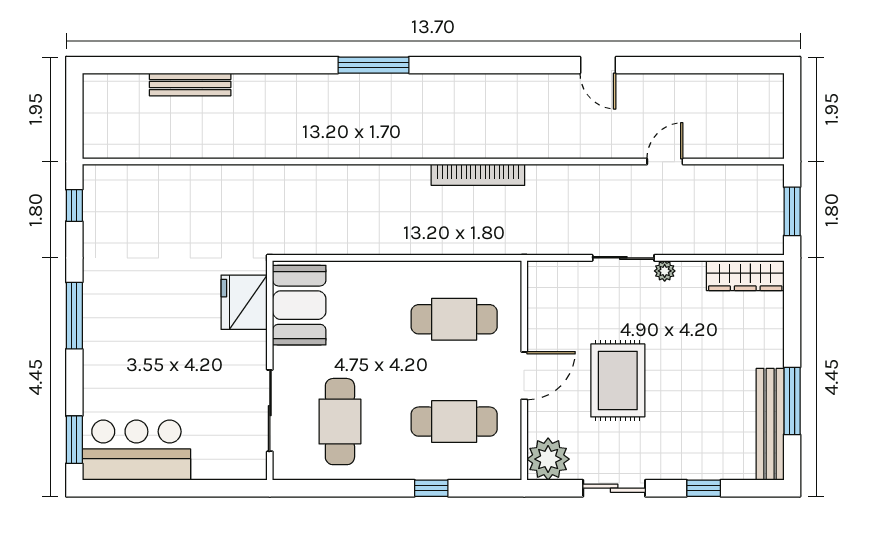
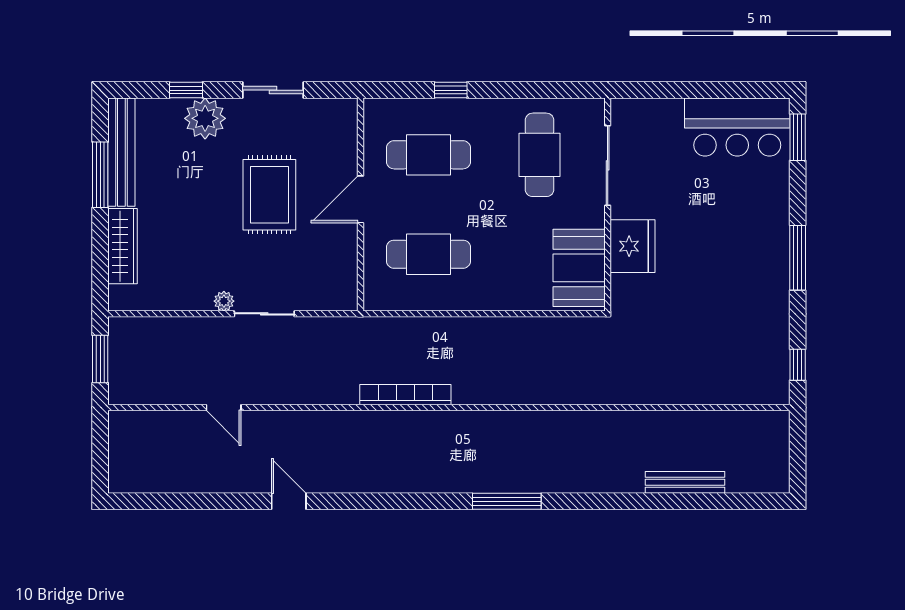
door: (665, 162) -> (224, 408), hinge flipped
wardrobe: (745, 276) -> (123, 246), moved, turned 90
fridge: (244, 302) -> (633, 246), moved
plant: (548, 459) -> (205, 118), moved

